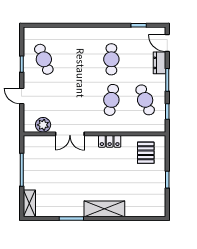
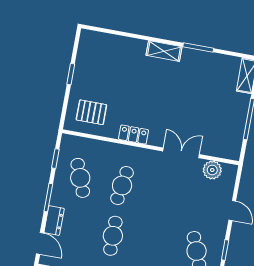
pallet: (146, 153) -> (91, 112), turned 90
shelving: (104, 209) -> (164, 51), width x0.67, depth x0.75

